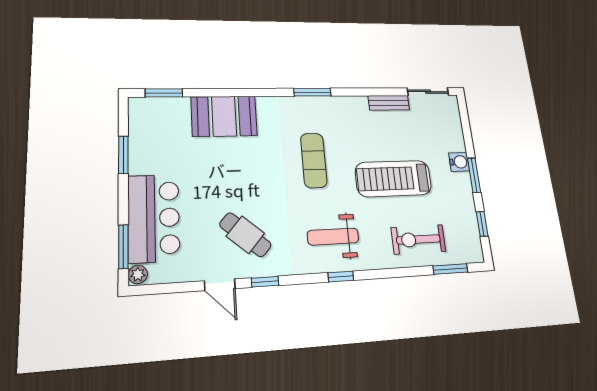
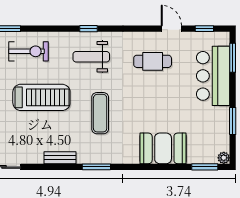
bench: (389, 103) -> (60, 158), moved
cafe table: (245, 235) -> (153, 61), turned -41
weight bench: (333, 237) -> (91, 57), turned 180
plant: (138, 274) -> (224, 158), moved
window: (265, 282) -> (204, 29), moved

